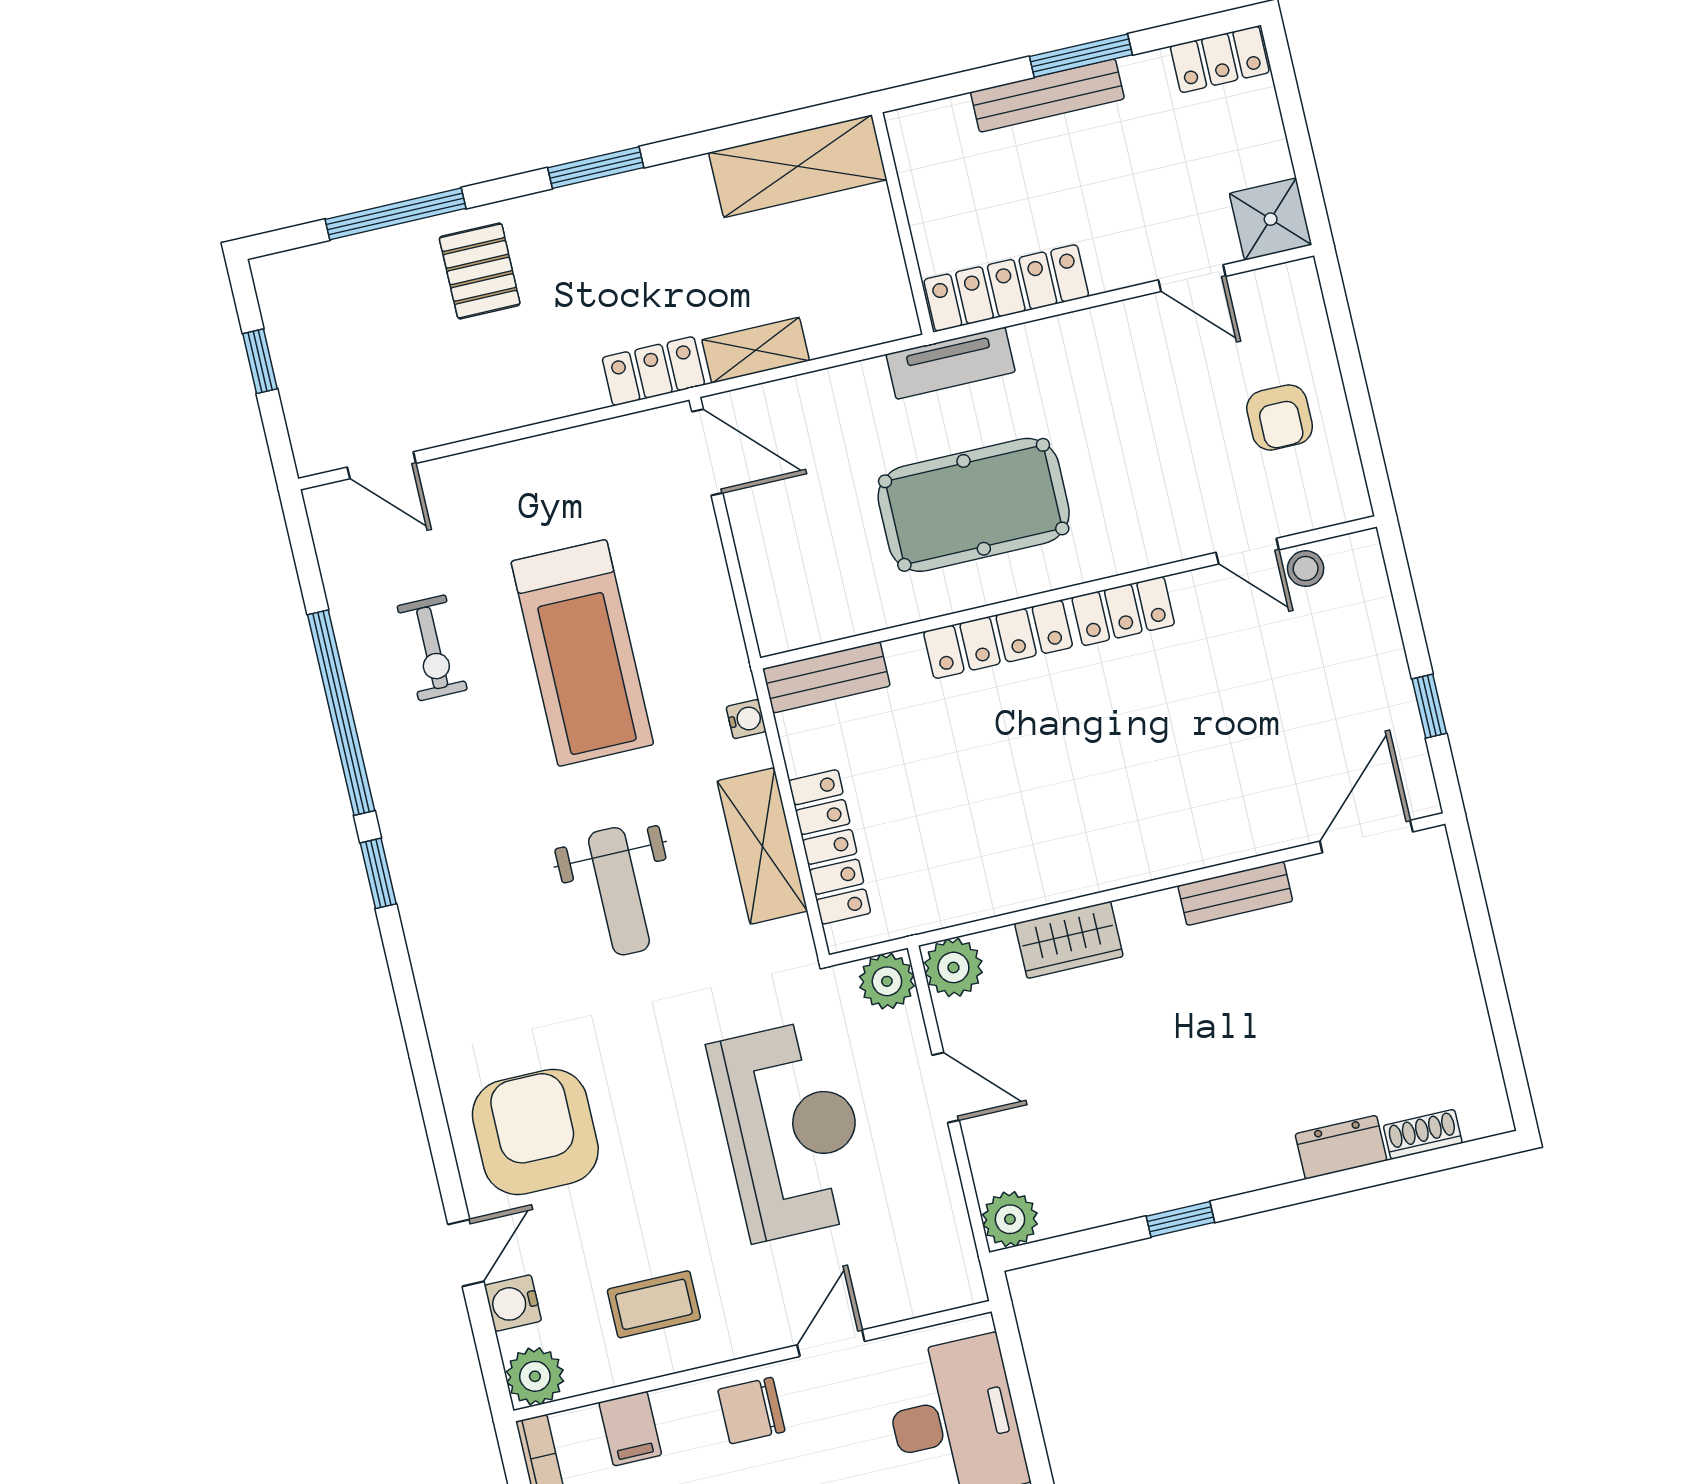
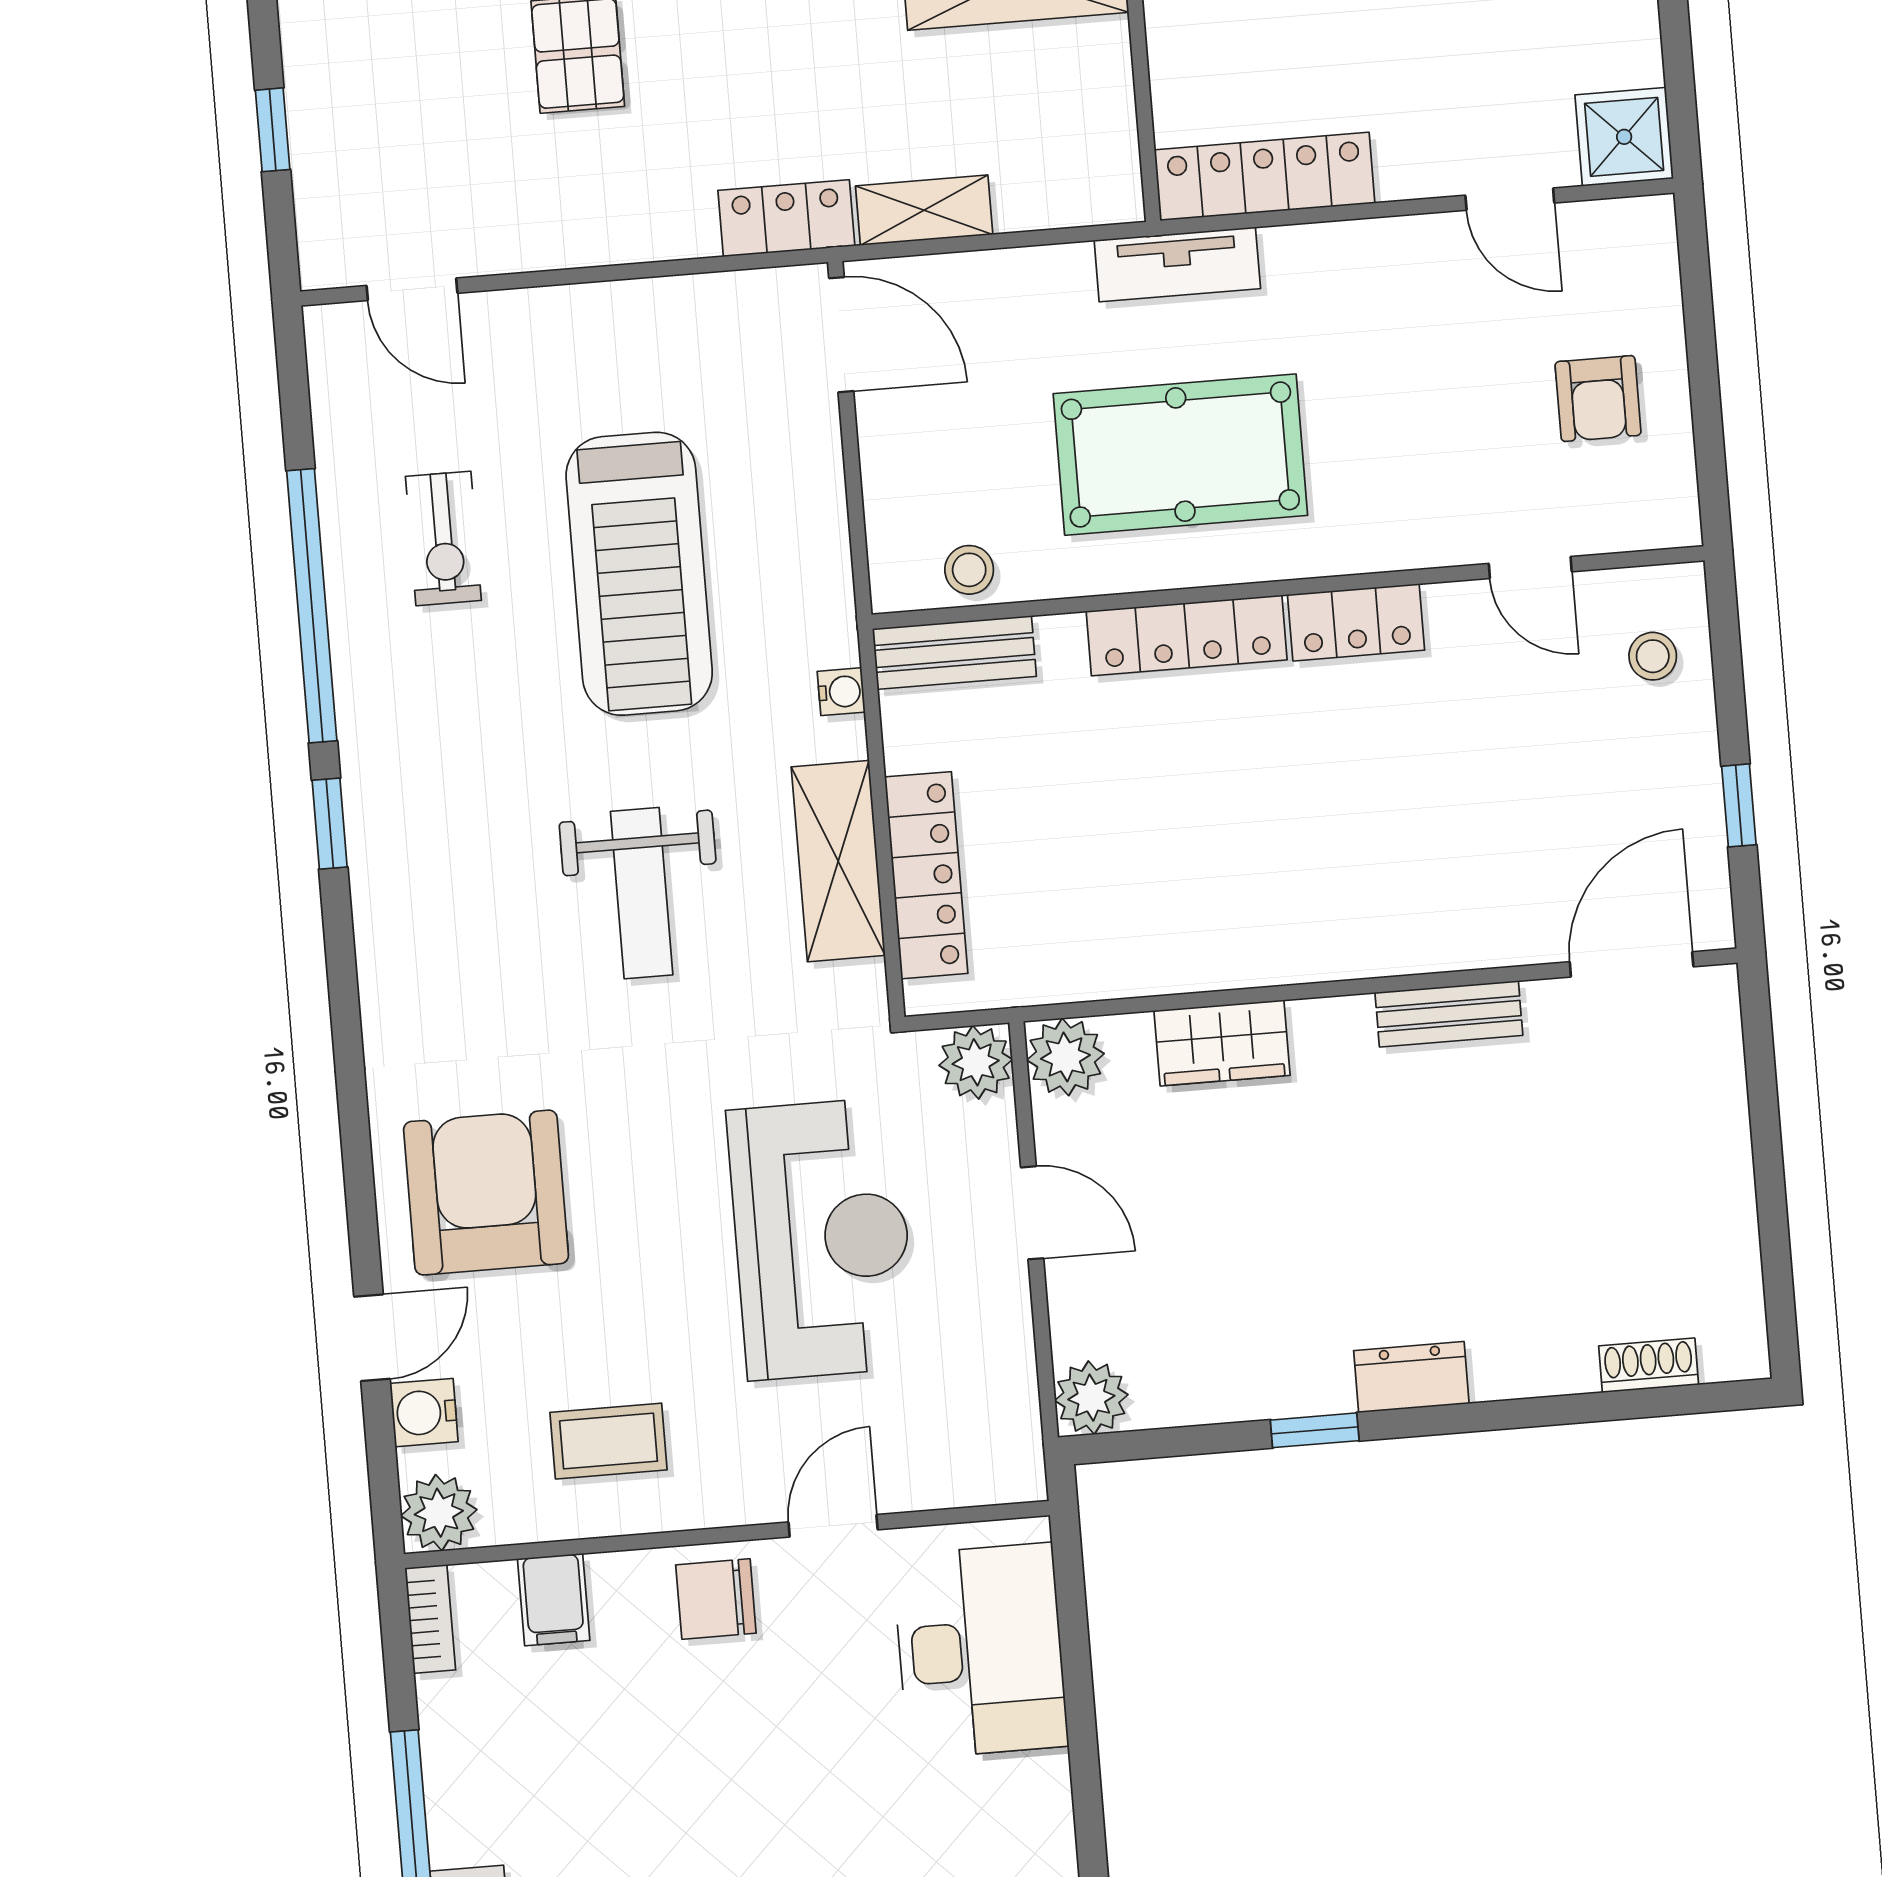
stool: (1306, 569) -> (1653, 656), moved
stool: (828, 614) -> (969, 570), added
dresser: (1341, 1147) -> (1411, 1377), moved

